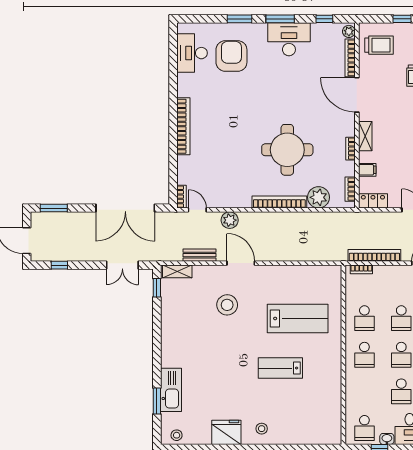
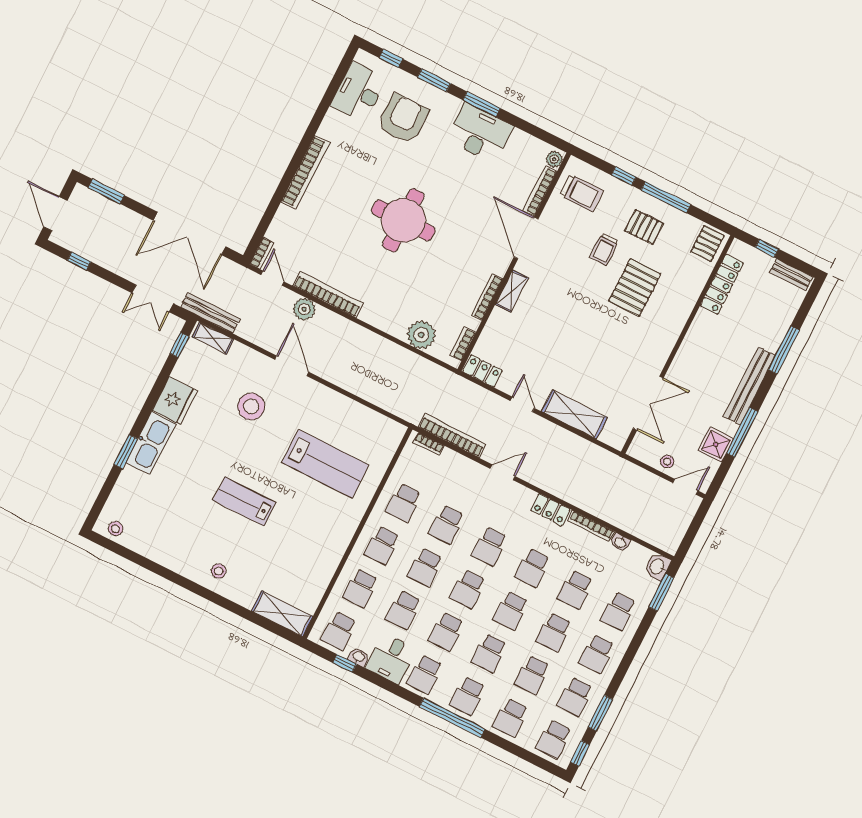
window: (324, 19) -> (391, 58), moved
bookcase: (350, 149) -> (487, 297), width x1.56
round table: (287, 150) -> (403, 220), moved
filing cabinet: (367, 170) -> (494, 331), removed
bookcase: (279, 202) -> (328, 295), moved
bench: (200, 255) -> (210, 313), moved, width x1.36
lab bench: (280, 368) -> (244, 501), moved
kitchen sink: (171, 390) -> (151, 443), moved
school desk: (364, 391) -> (360, 588), added
window: (157, 401) -> (126, 451), moved
fridge: (226, 432) -> (175, 401), moved, turned 90
shelving: (320, 436) -> (282, 614), added

